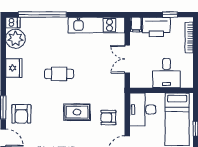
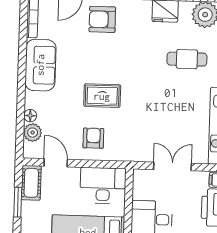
cafe table: (59, 74) -> (187, 59), moved, turned 90
rug: (77, 112) -> (102, 96), turned 90

